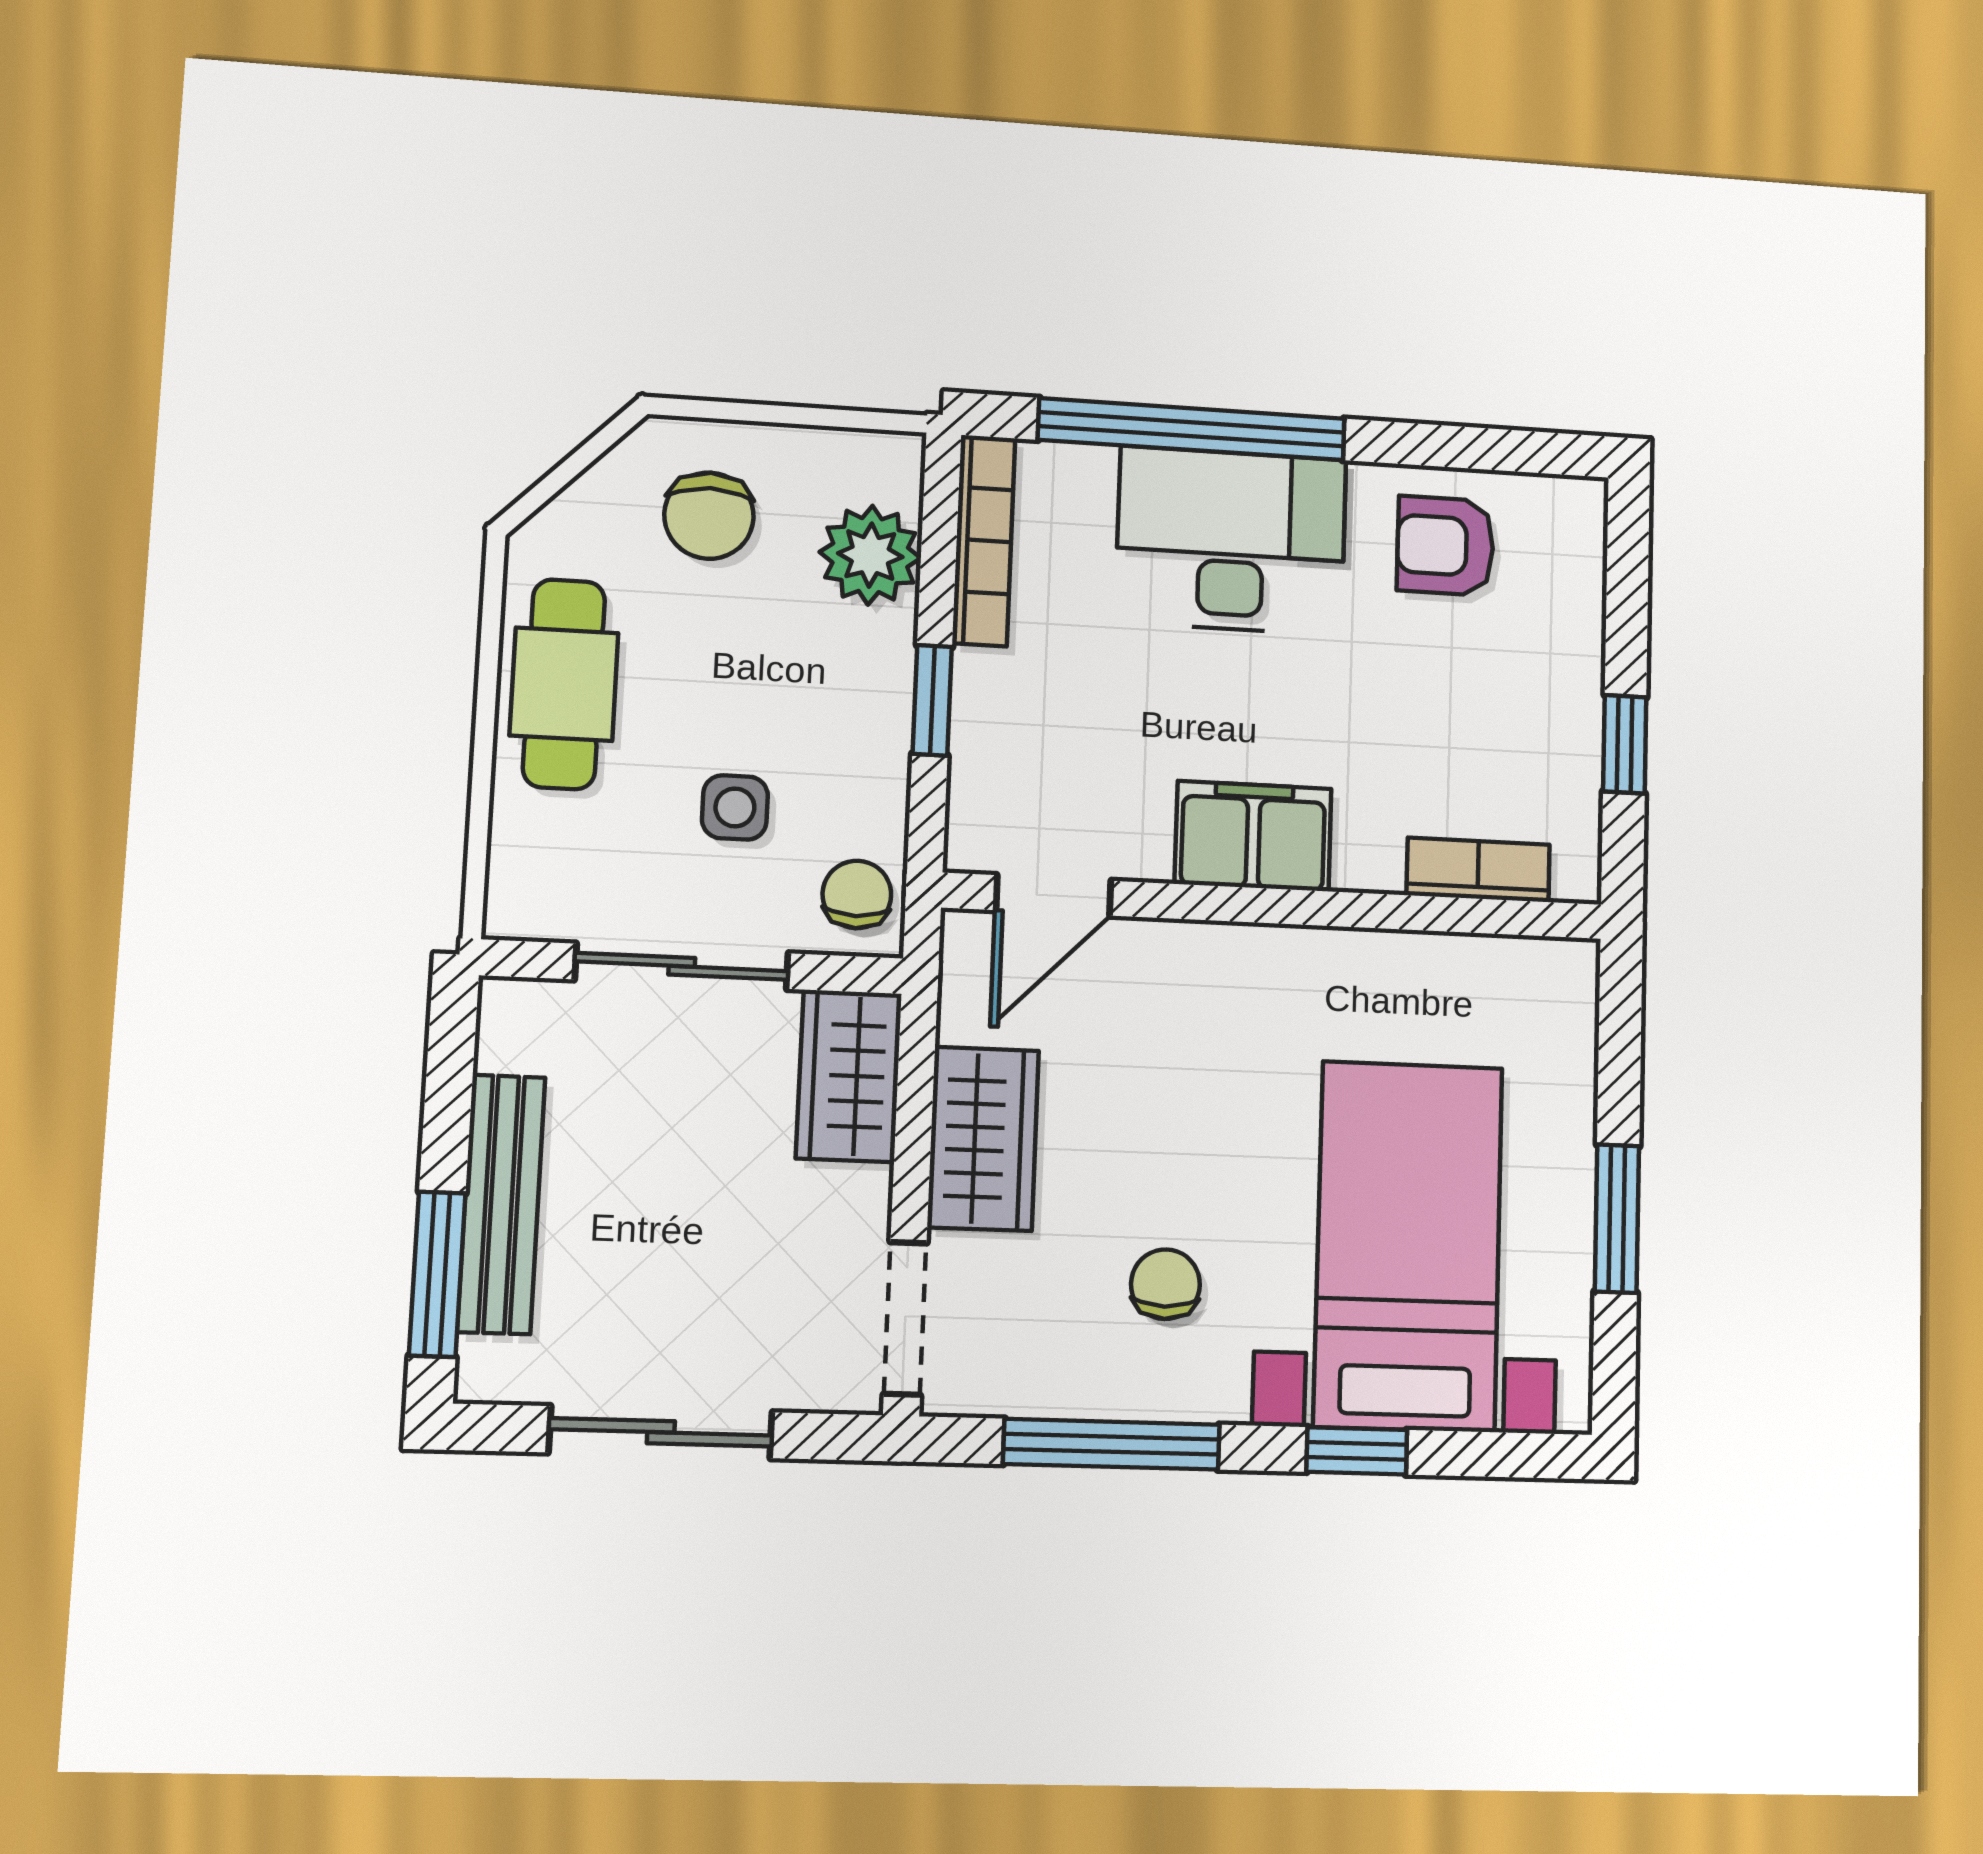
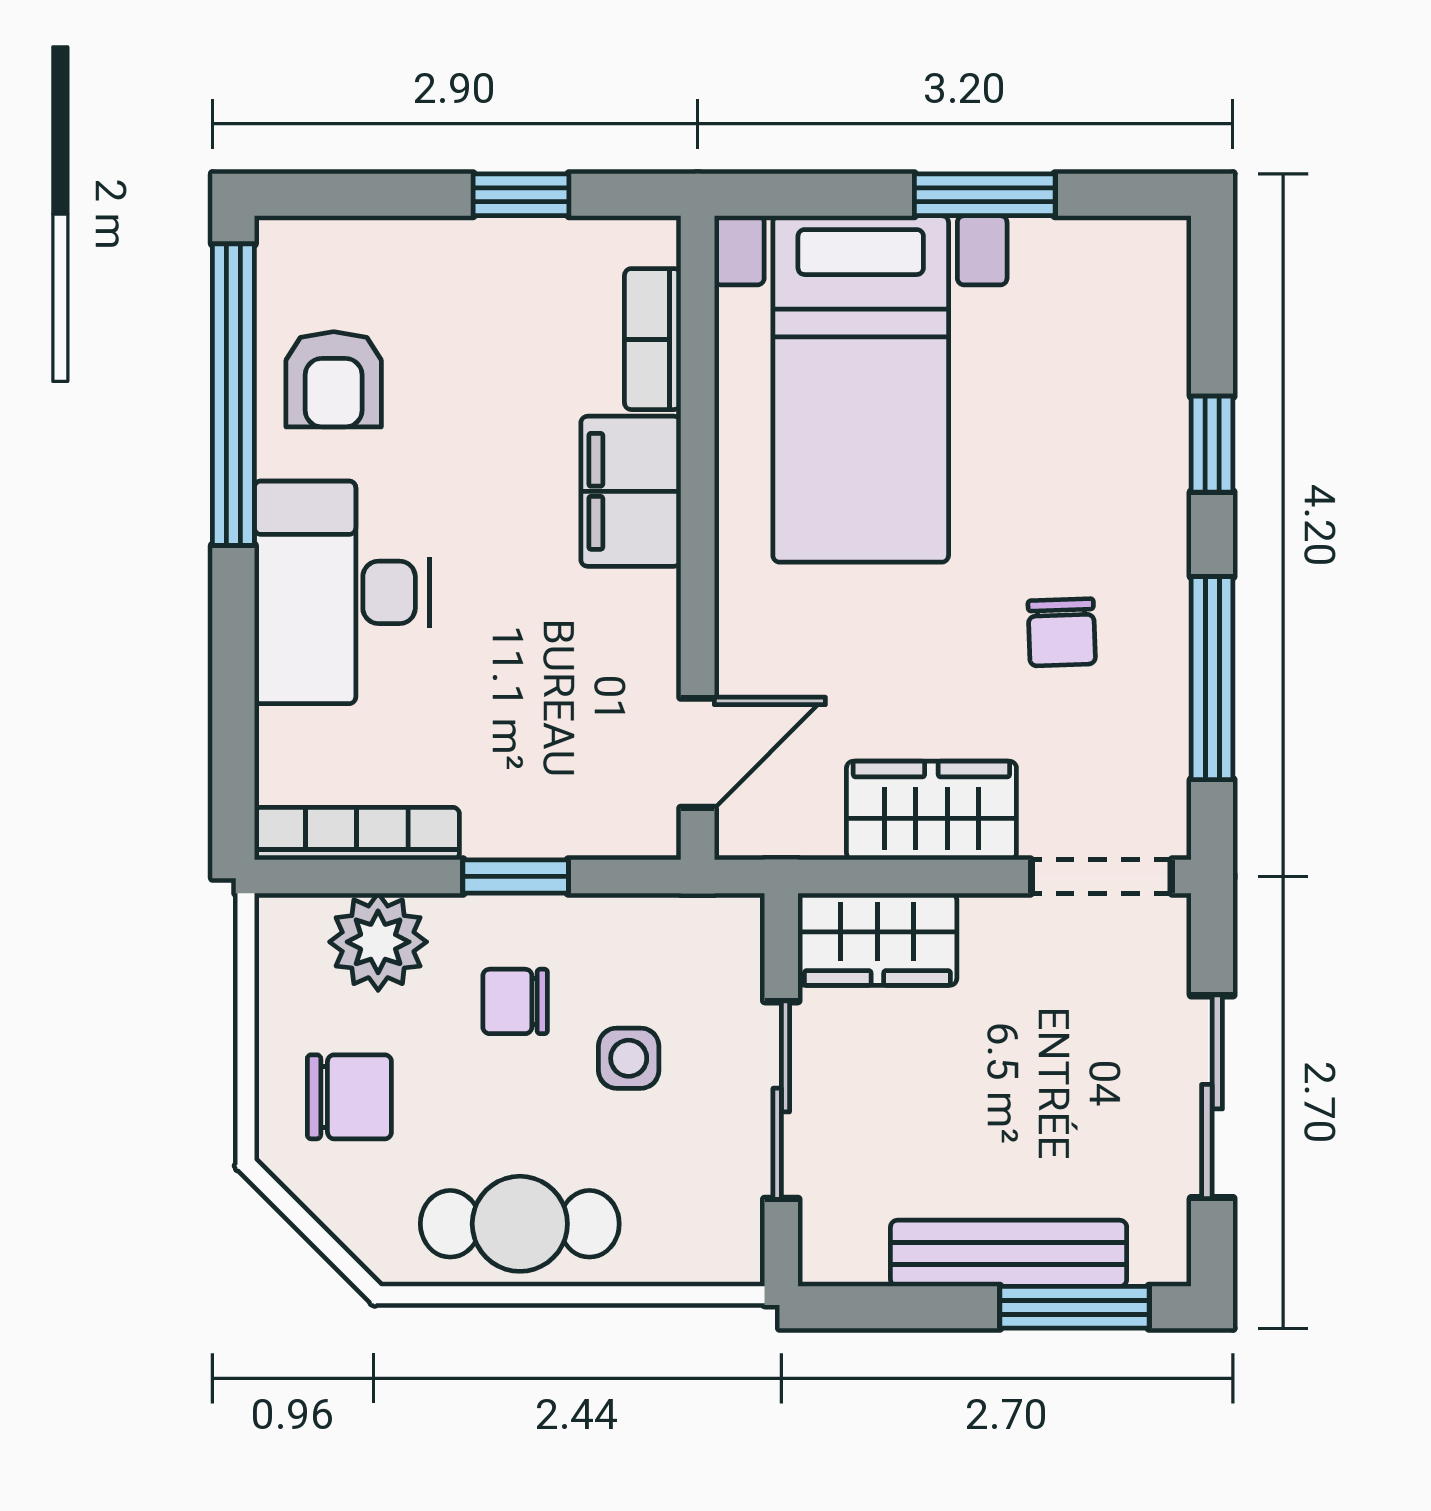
window: (1192, 429) -> (233, 395), moved
filing cabinet: (1253, 836) -> (631, 491), moved
chair: (857, 894) -> (515, 1001), moved
door: (1053, 895) -> (698, 753), hinge flipped
bed with nightstands: (1408, 1246) -> (861, 389), moved, turned -90
chair: (1165, 1284) -> (1062, 632), turned -92

